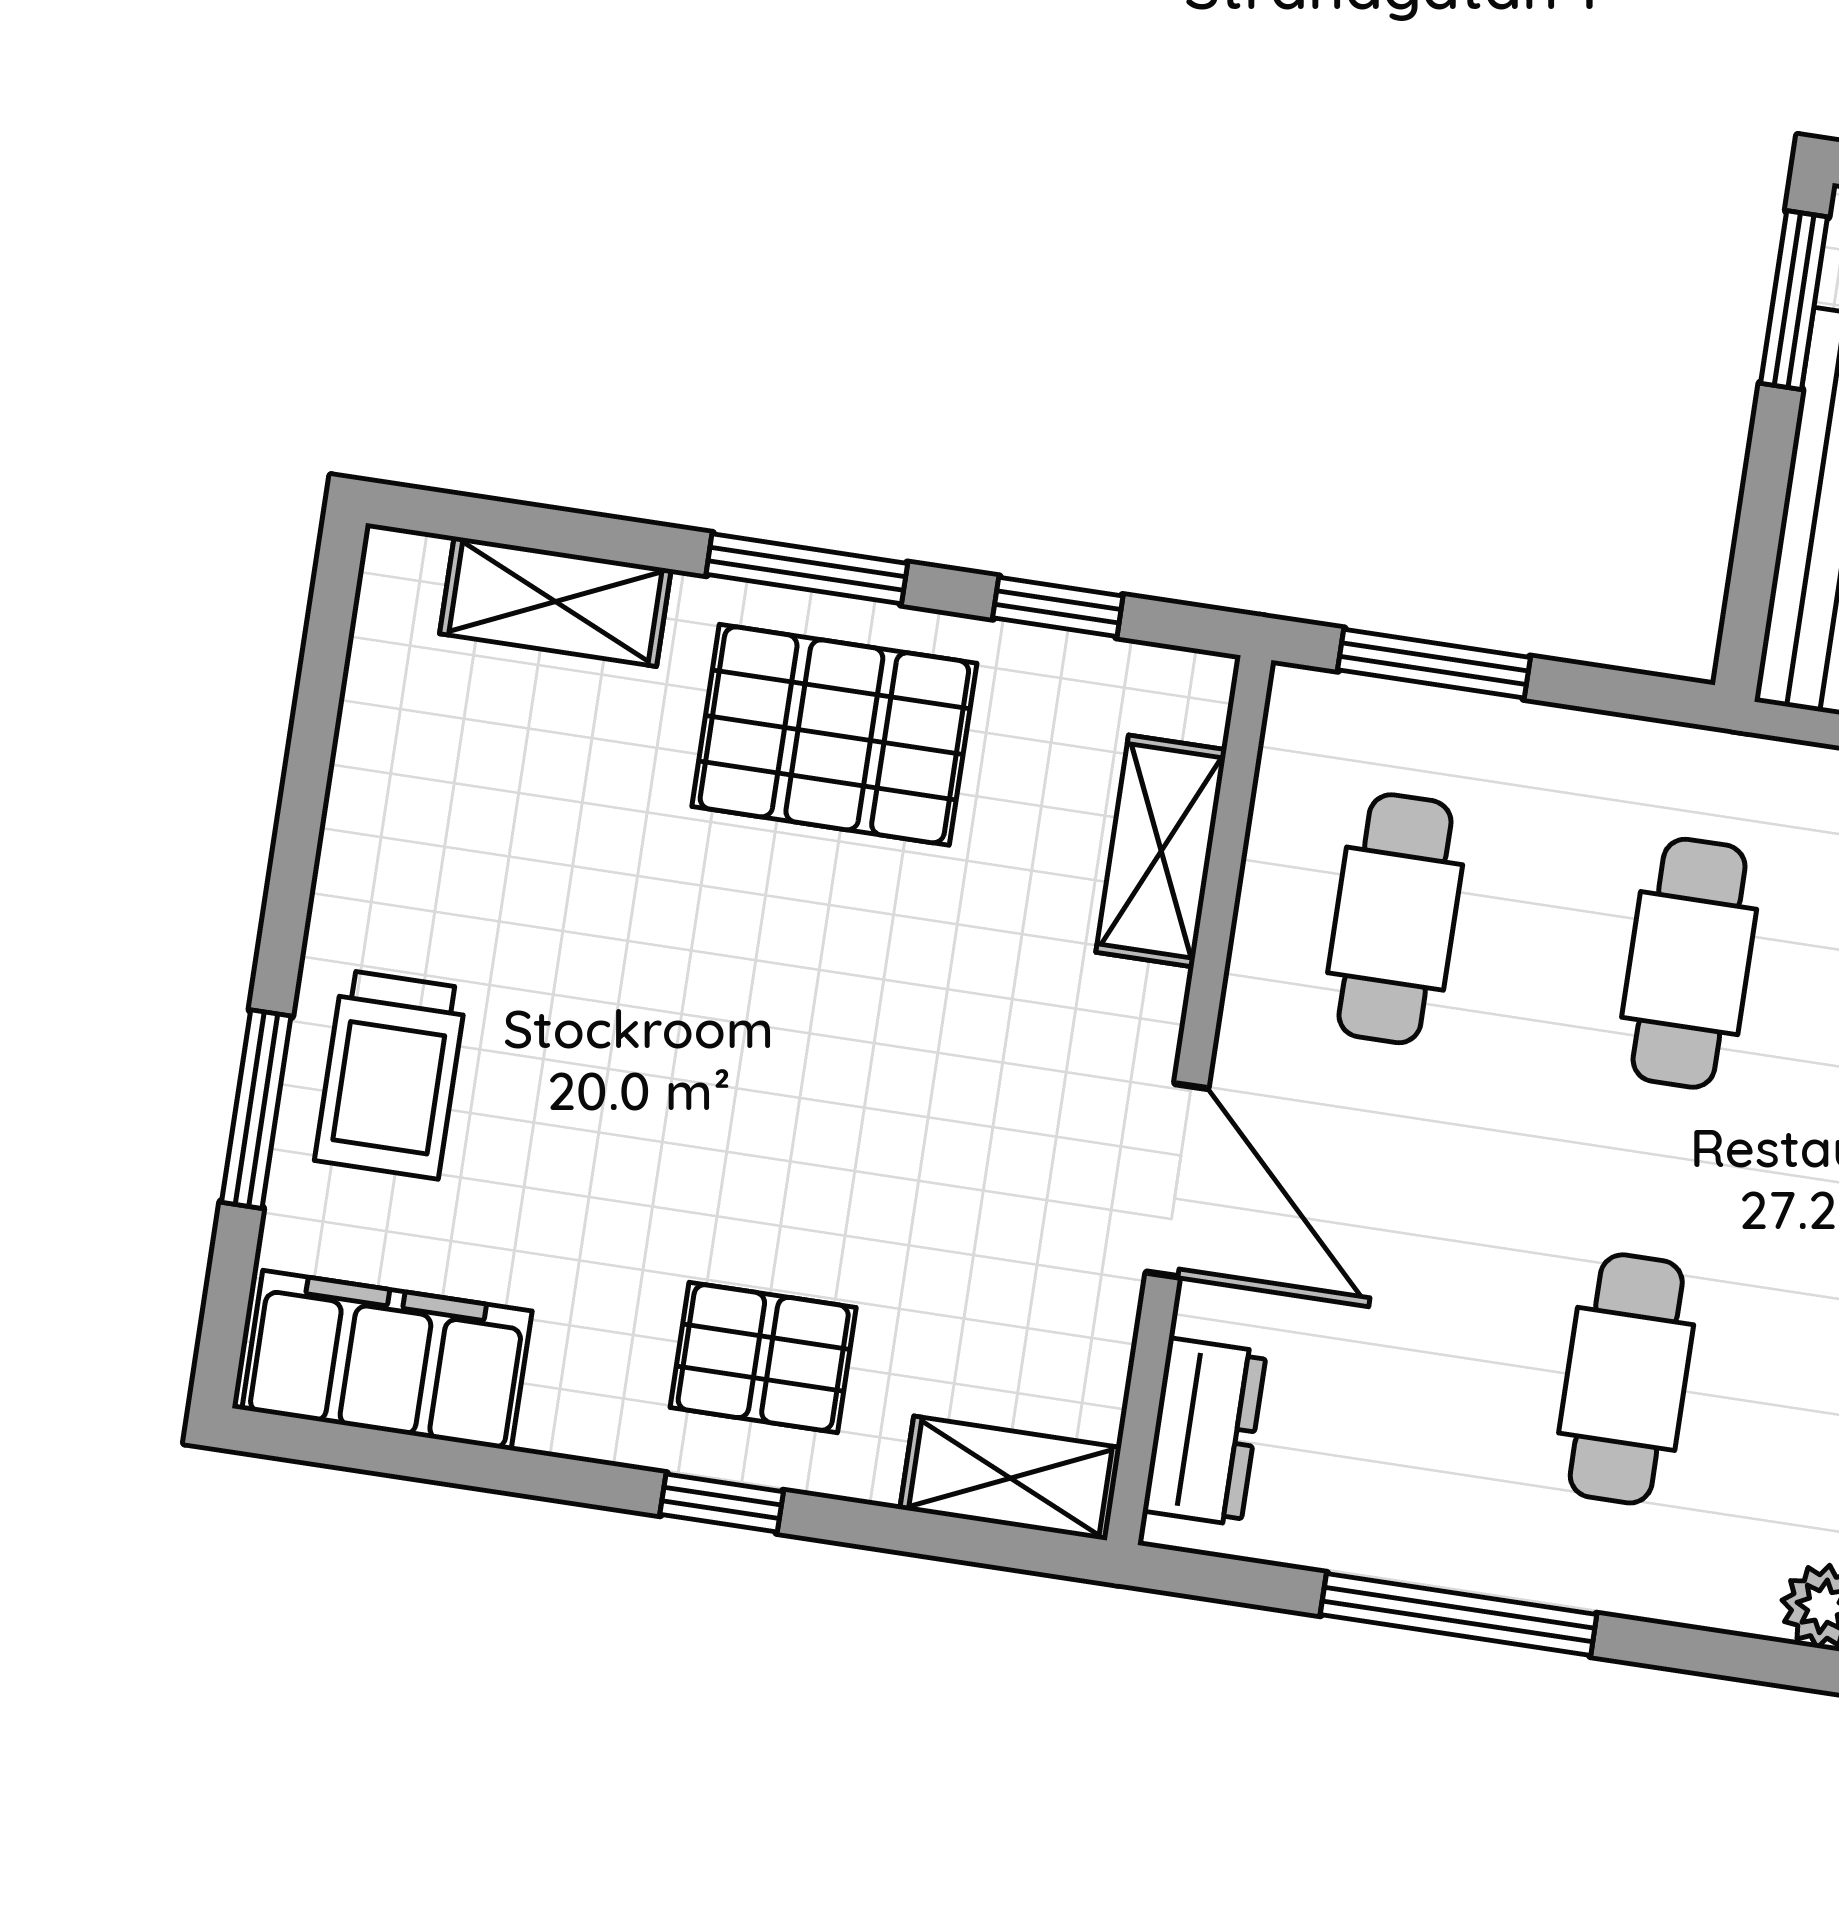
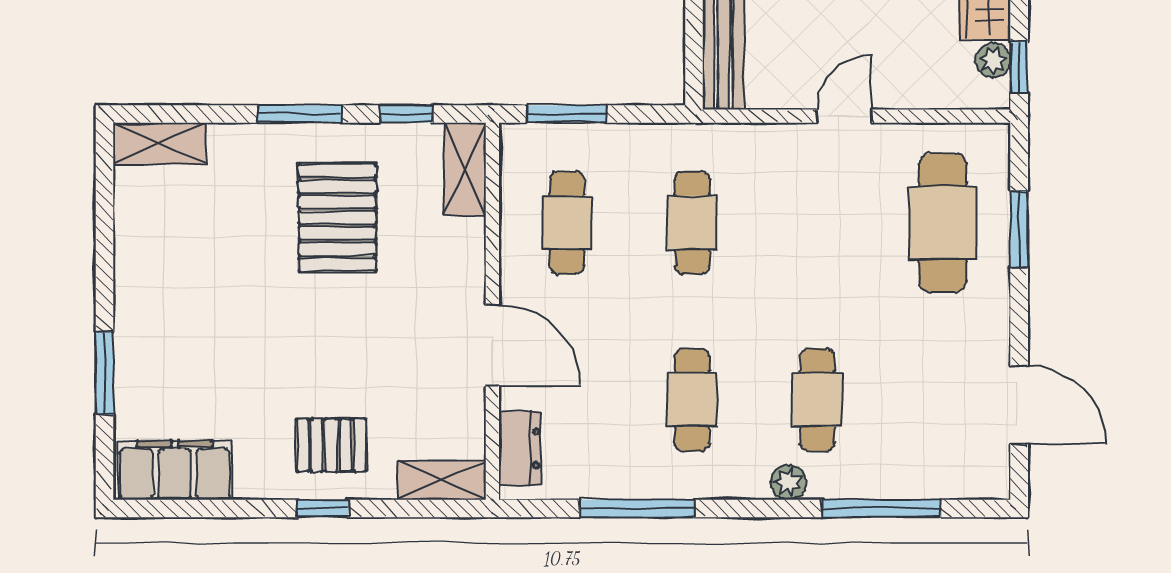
shelving: (555, 602) -> (159, 143), moved
pallet: (834, 735) -> (337, 218), moved, turned 90
shelving: (1161, 851) -> (465, 169), moved
trolley: (391, 1074) -> (158, 351), removed

